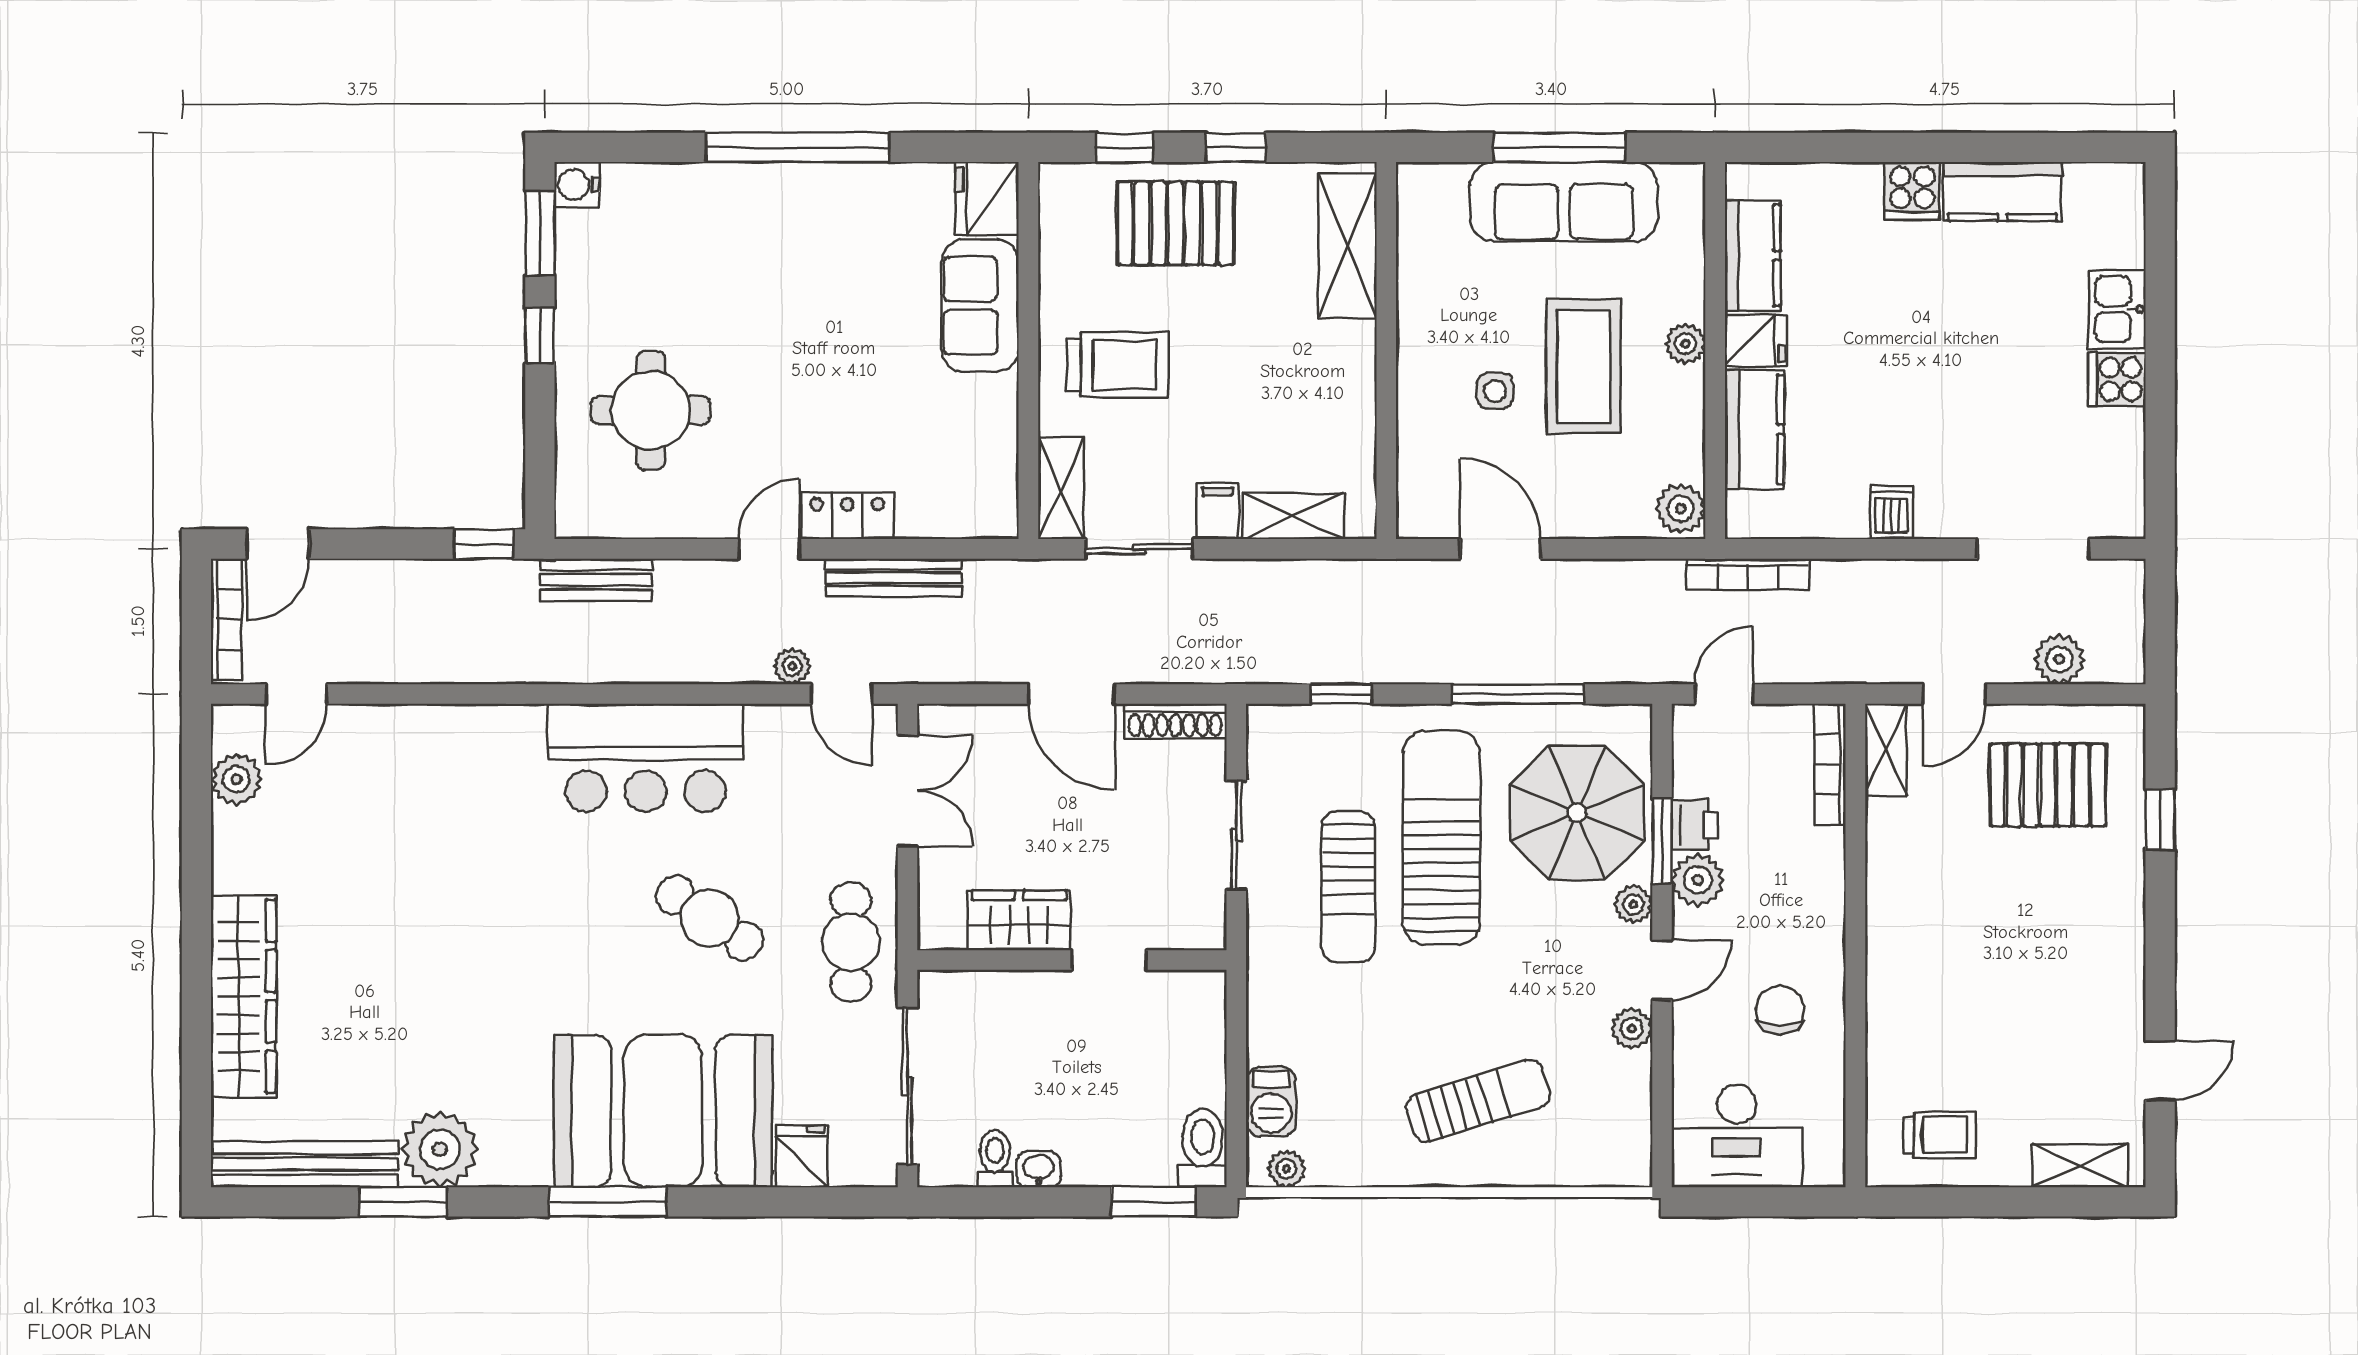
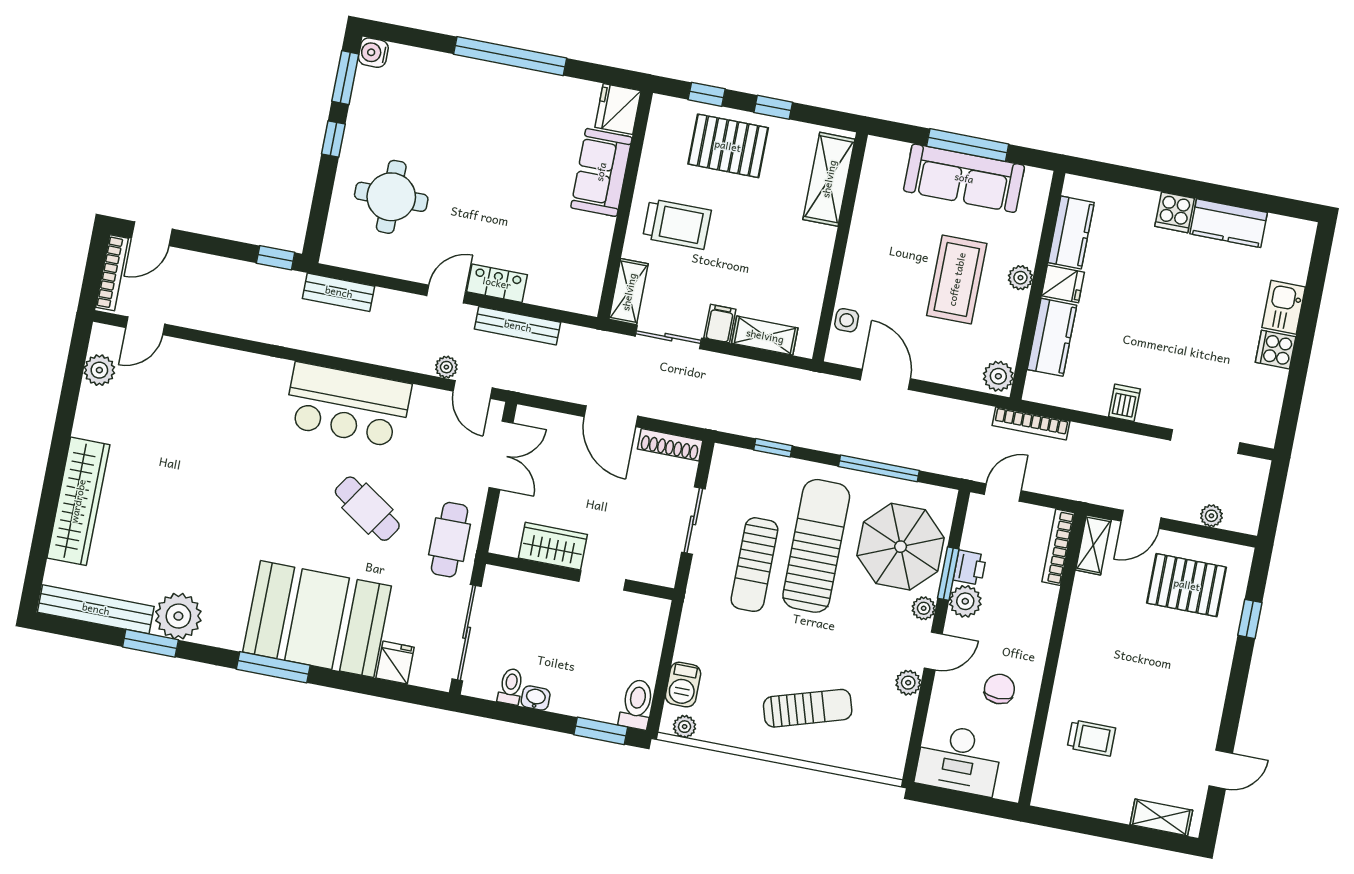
side table: (1495, 391) -> (847, 320), moved
plant: (2059, 659) -> (1211, 516), width x0.73, depth x0.73
trolley: (1940, 1135) -> (1091, 738), moved

